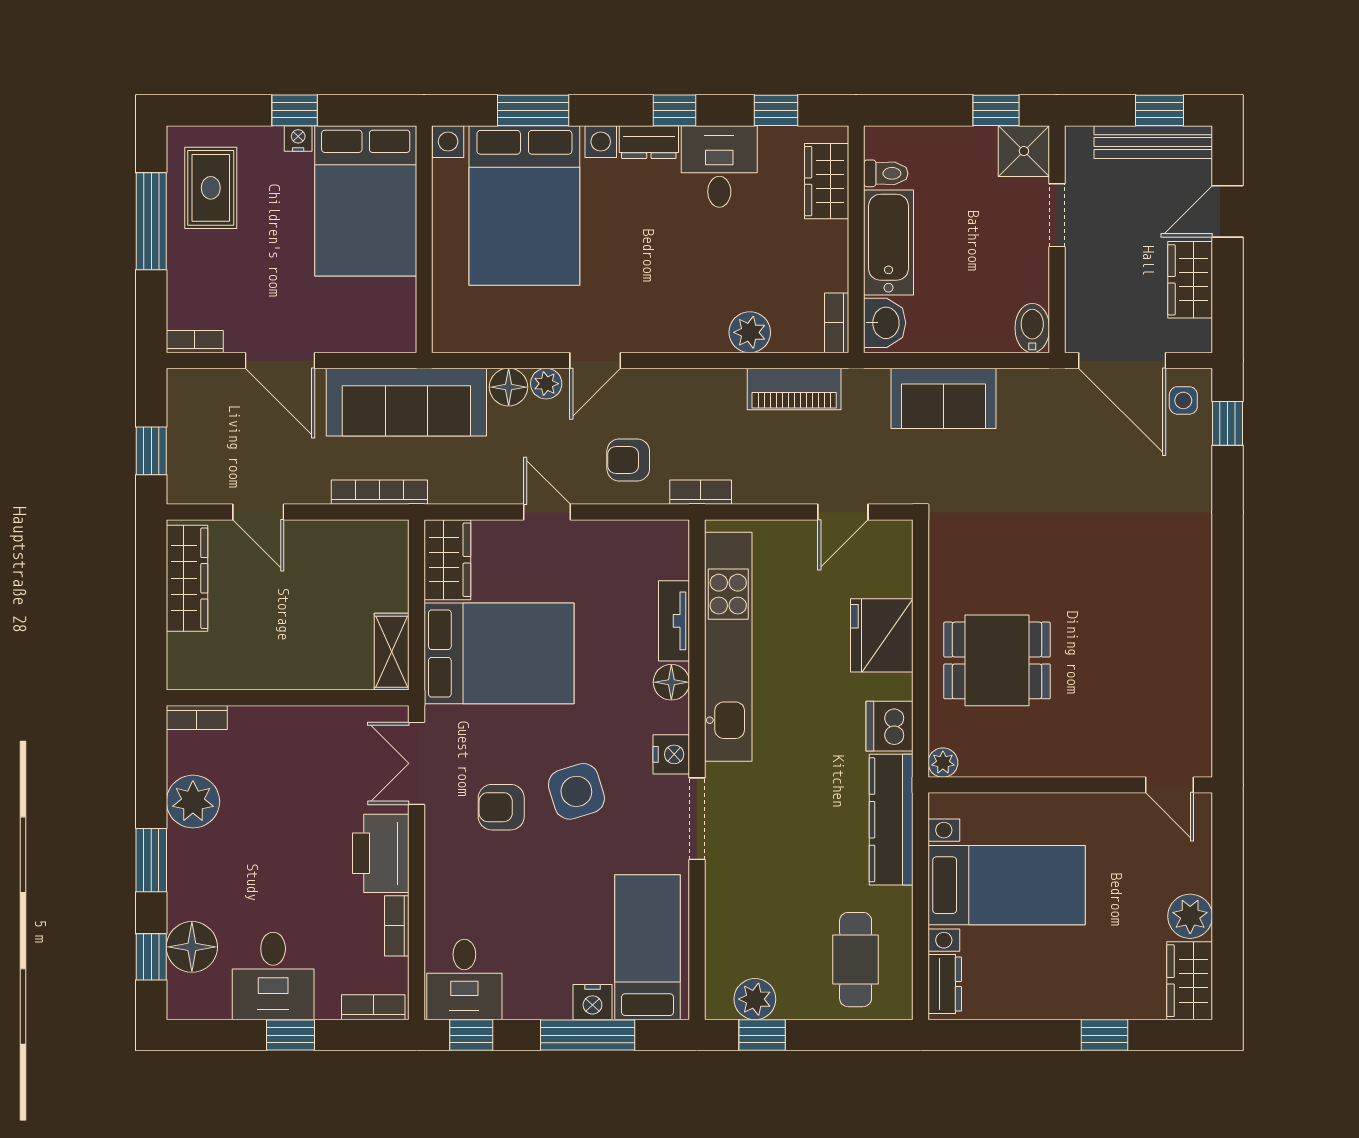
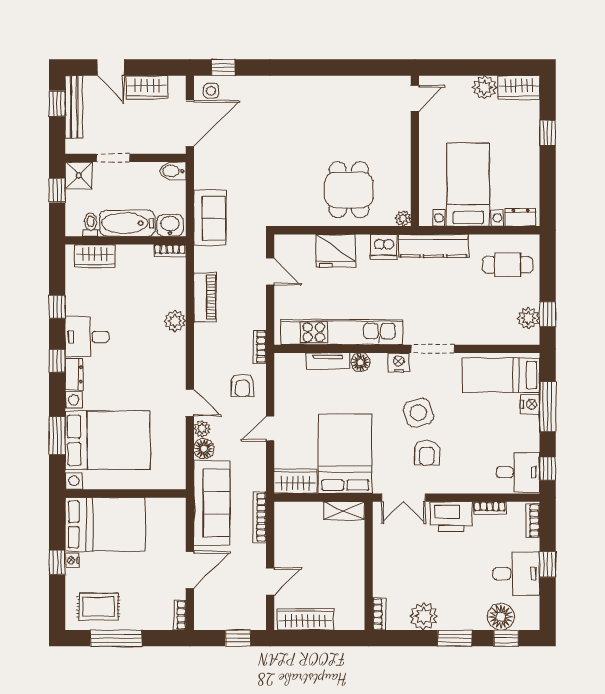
toilet: (886, 173) -> (91, 225), moved
wardrobe: (827, 181) -> (95, 256), moved
wall: (856, 239) -> (126, 240), moved
bathtub: (888, 242) -> (127, 223), moved
bookcase: (837, 323) -> (170, 251), moved
washbasin: (885, 323) -> (170, 225), moved

